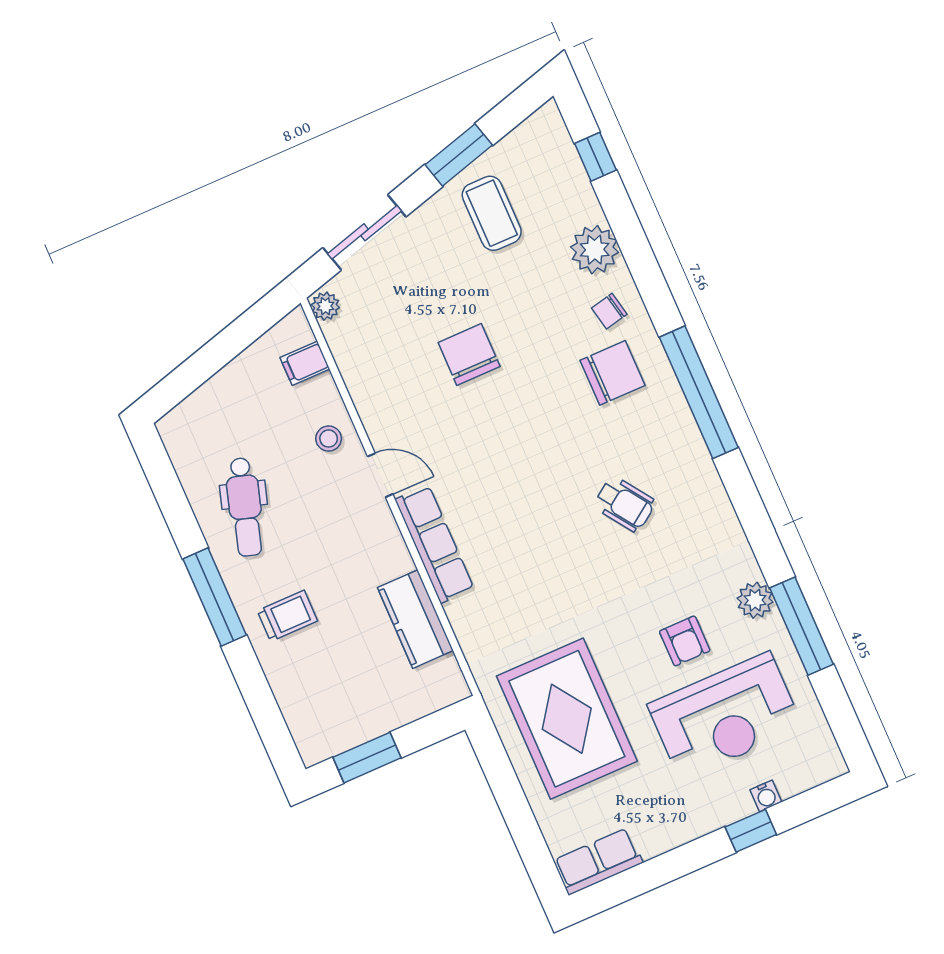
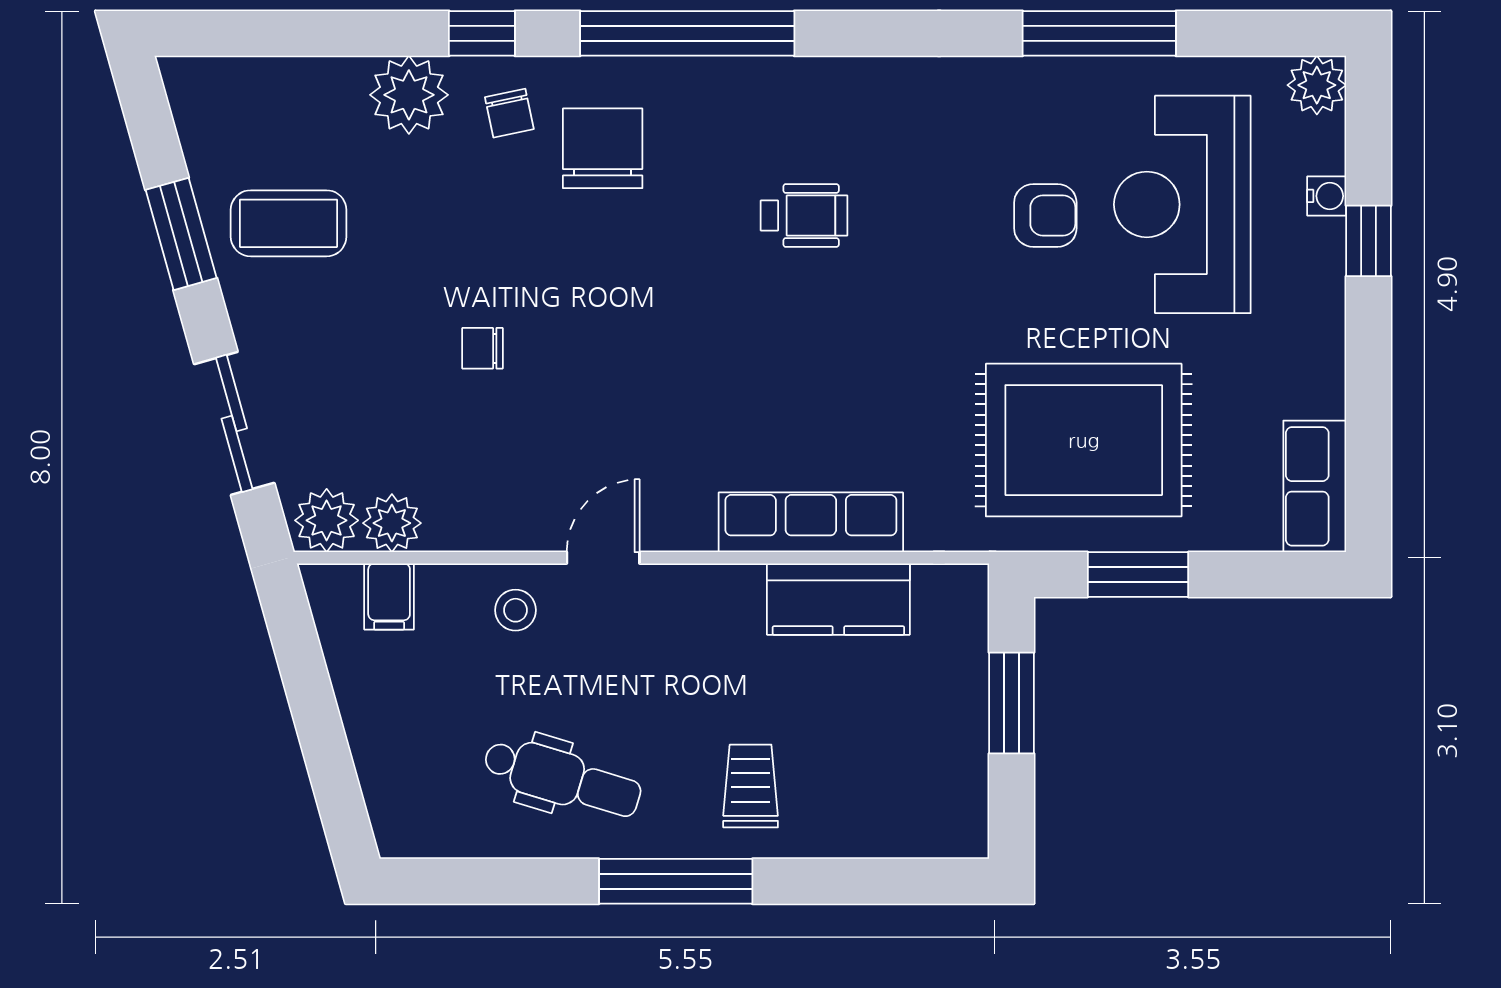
window: (595, 157) -> (482, 33), moved
plant: (325, 306) -> (327, 520), width x1.38, depth x1.38
plant: (347, 347) -> (392, 523), added
chair: (469, 355) -> (482, 348), width x0.54, depth x0.54
wheelchair: (625, 504) -> (804, 216), turned 35
row of seats: (434, 544) -> (811, 522), moved
plant: (755, 600) -> (1317, 85), moved
reception desk: (725, 716) -> (1182, 204), turned 180
window: (367, 758) -> (1012, 703), moved
window: (504, 783) -> (1138, 574), added

